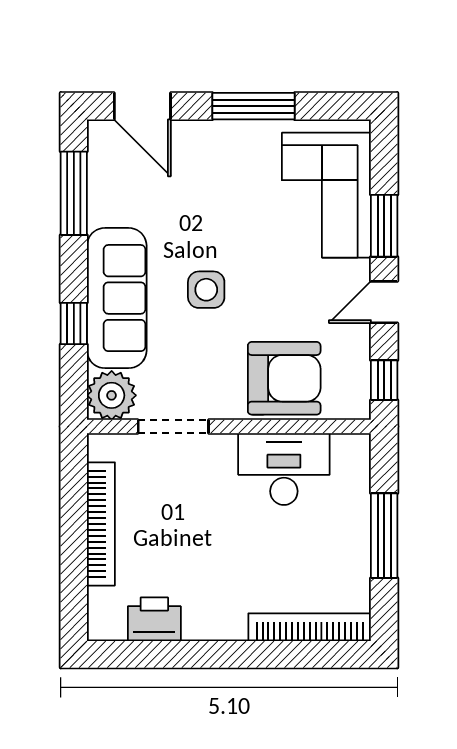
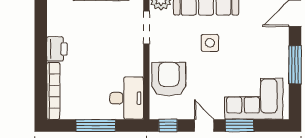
armchair: (284, 378) -> (169, 79), turned 180
desk: (284, 469) -> (127, 98), moved
printer: (154, 619) -> (57, 49), moved

